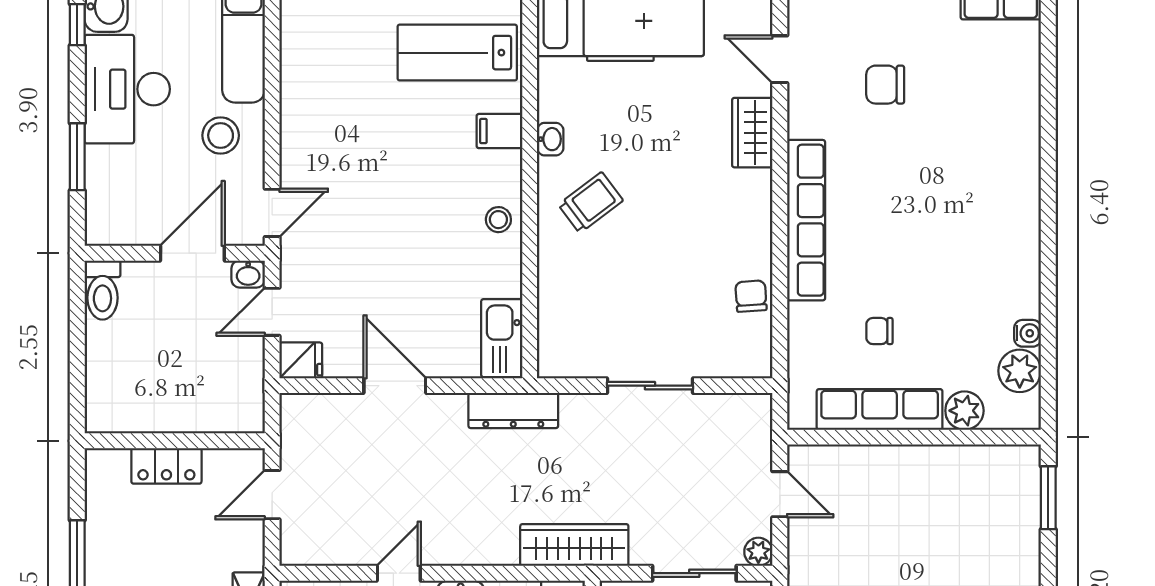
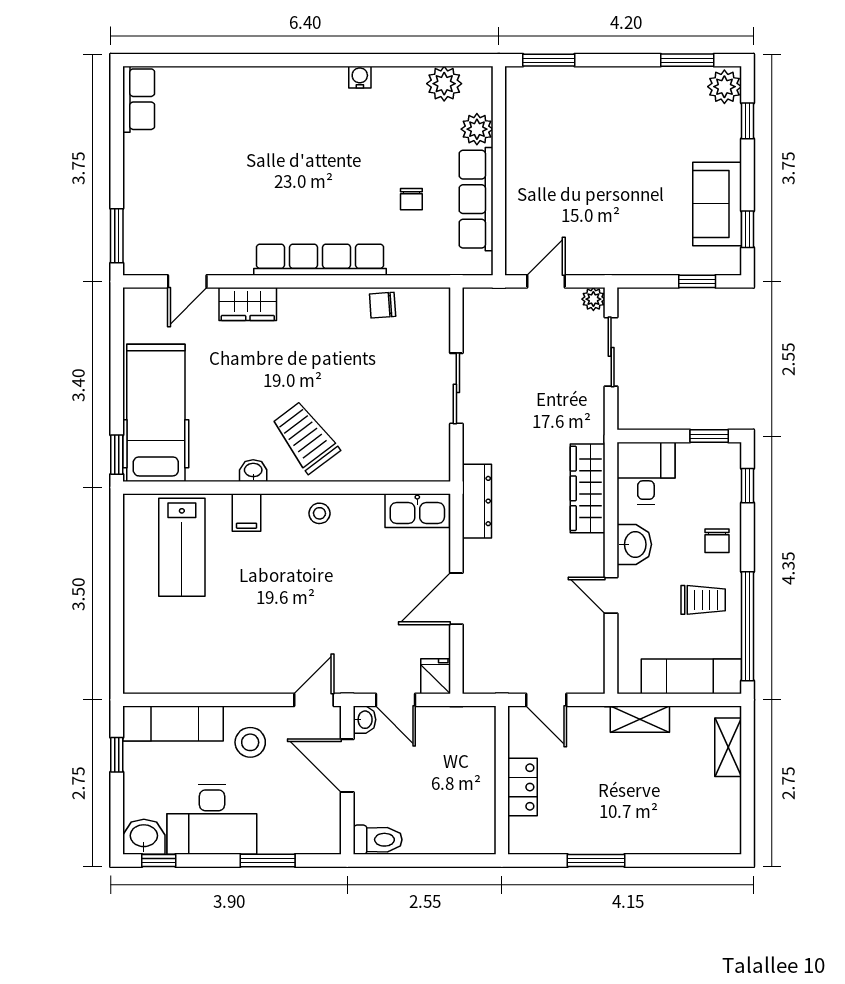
chair: (885, 85) -> (208, 195), removed
trolley: (591, 203) -> (305, 437), width x1.36, depth x1.39
door: (272, 213) -> (314, 700), hinge flipped
water cooler: (1028, 333) -> (360, 77), moved
wardrobe: (574, 545) -> (588, 488), moved

